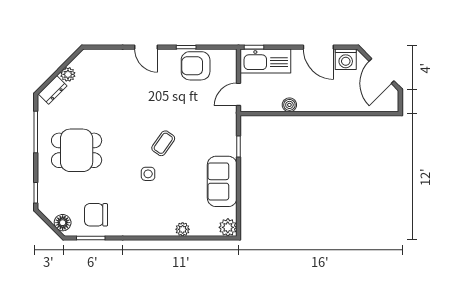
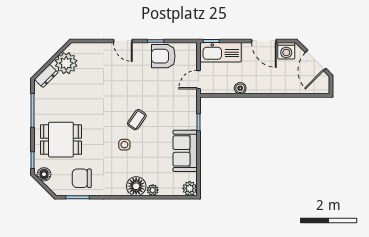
plant: (68, 74) -> (66, 63), width x1.87, depth x1.87
dining table: (77, 150) -> (61, 140), moved
floor lamp: (63, 223) -> (44, 174), moved
floor lamp: (162, 225) -> (136, 186), added

